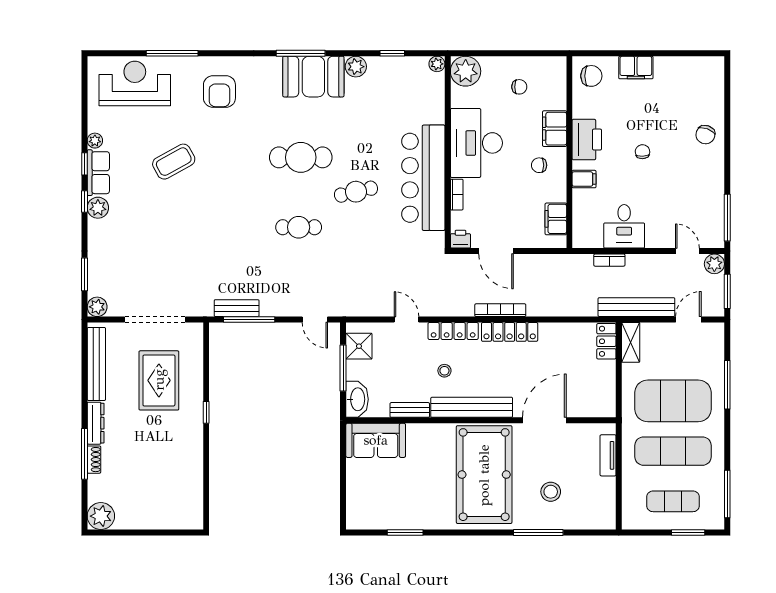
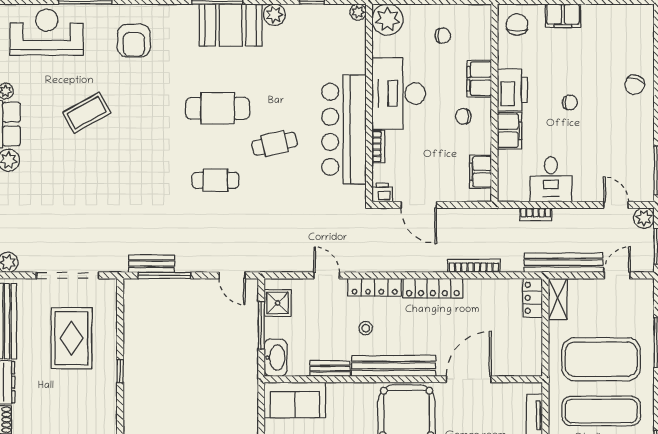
chair: (591, 76) -> (517, 24), turned -90
chair: (642, 152) -> (570, 102), turned 92
filing cabinet: (584, 179) -> (510, 131), width x2.00
bookcase: (500, 310) -> (474, 266), moved

